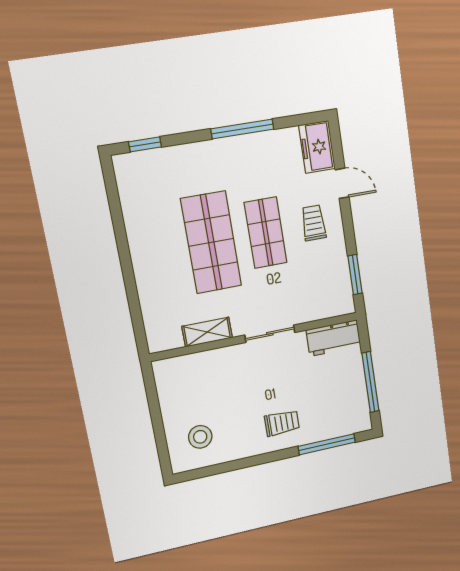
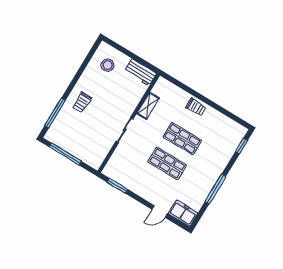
trolley: (314, 223) -> (196, 107), moved
shop shelf: (211, 242) -> (182, 139), width x0.70, depth x0.74
workbench: (333, 338) -> (140, 72), moved, turned -90

